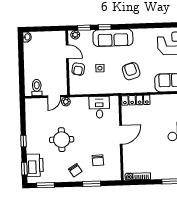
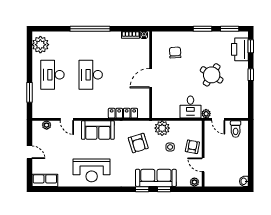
window: (84, 28) -> (142, 189), moved
plant: (108, 86) -> (162, 128), added
door: (54, 96) -> (218, 119), swing flipped
locker: (136, 100) -> (123, 113), moved
desk: (99, 107) -> (190, 107), moved
round table: (62, 140) -> (212, 75), turned 32
chair: (75, 170) -> (199, 43), removed
window: (92, 184) -> (202, 29), moved

